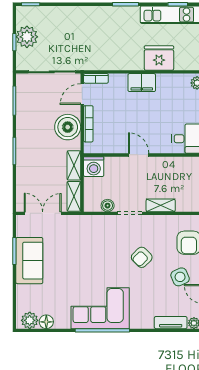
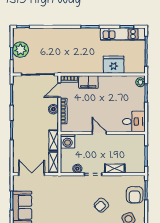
filing cabinet: (142, 83) -> (88, 82), moved
boiler: (68, 127) -> (53, 109), width x0.54, depth x0.54

